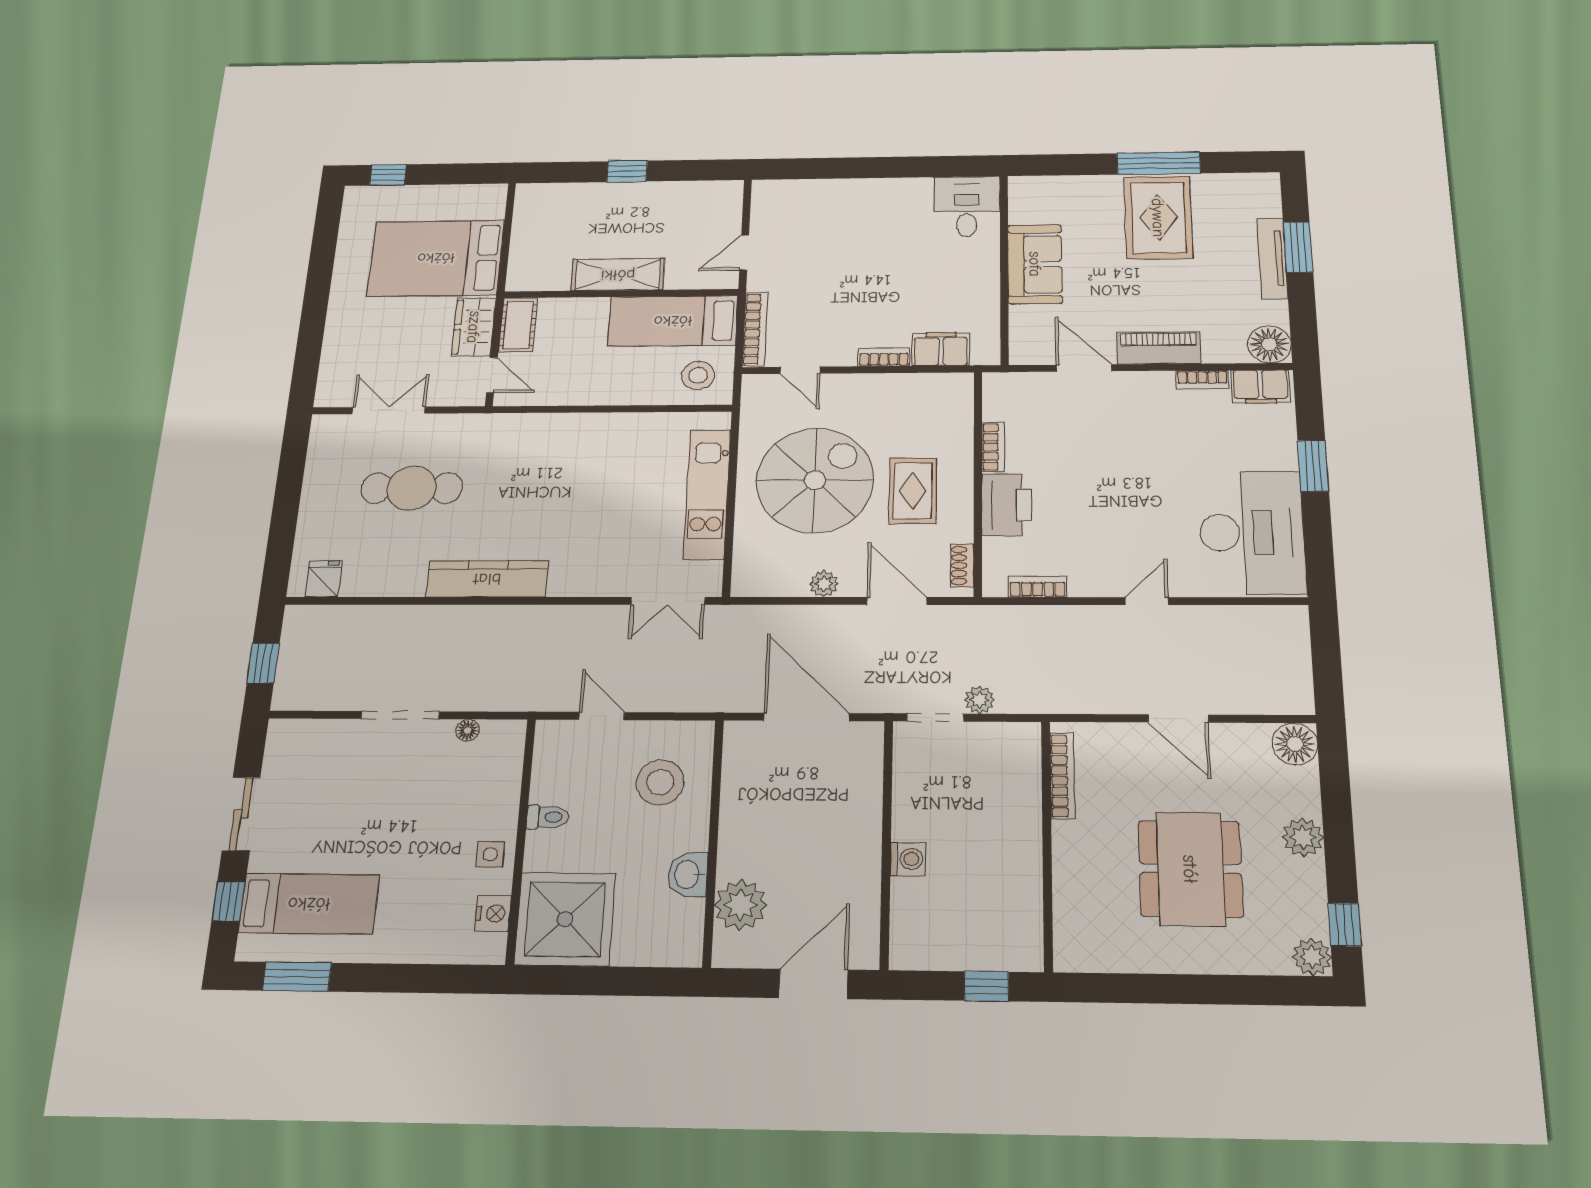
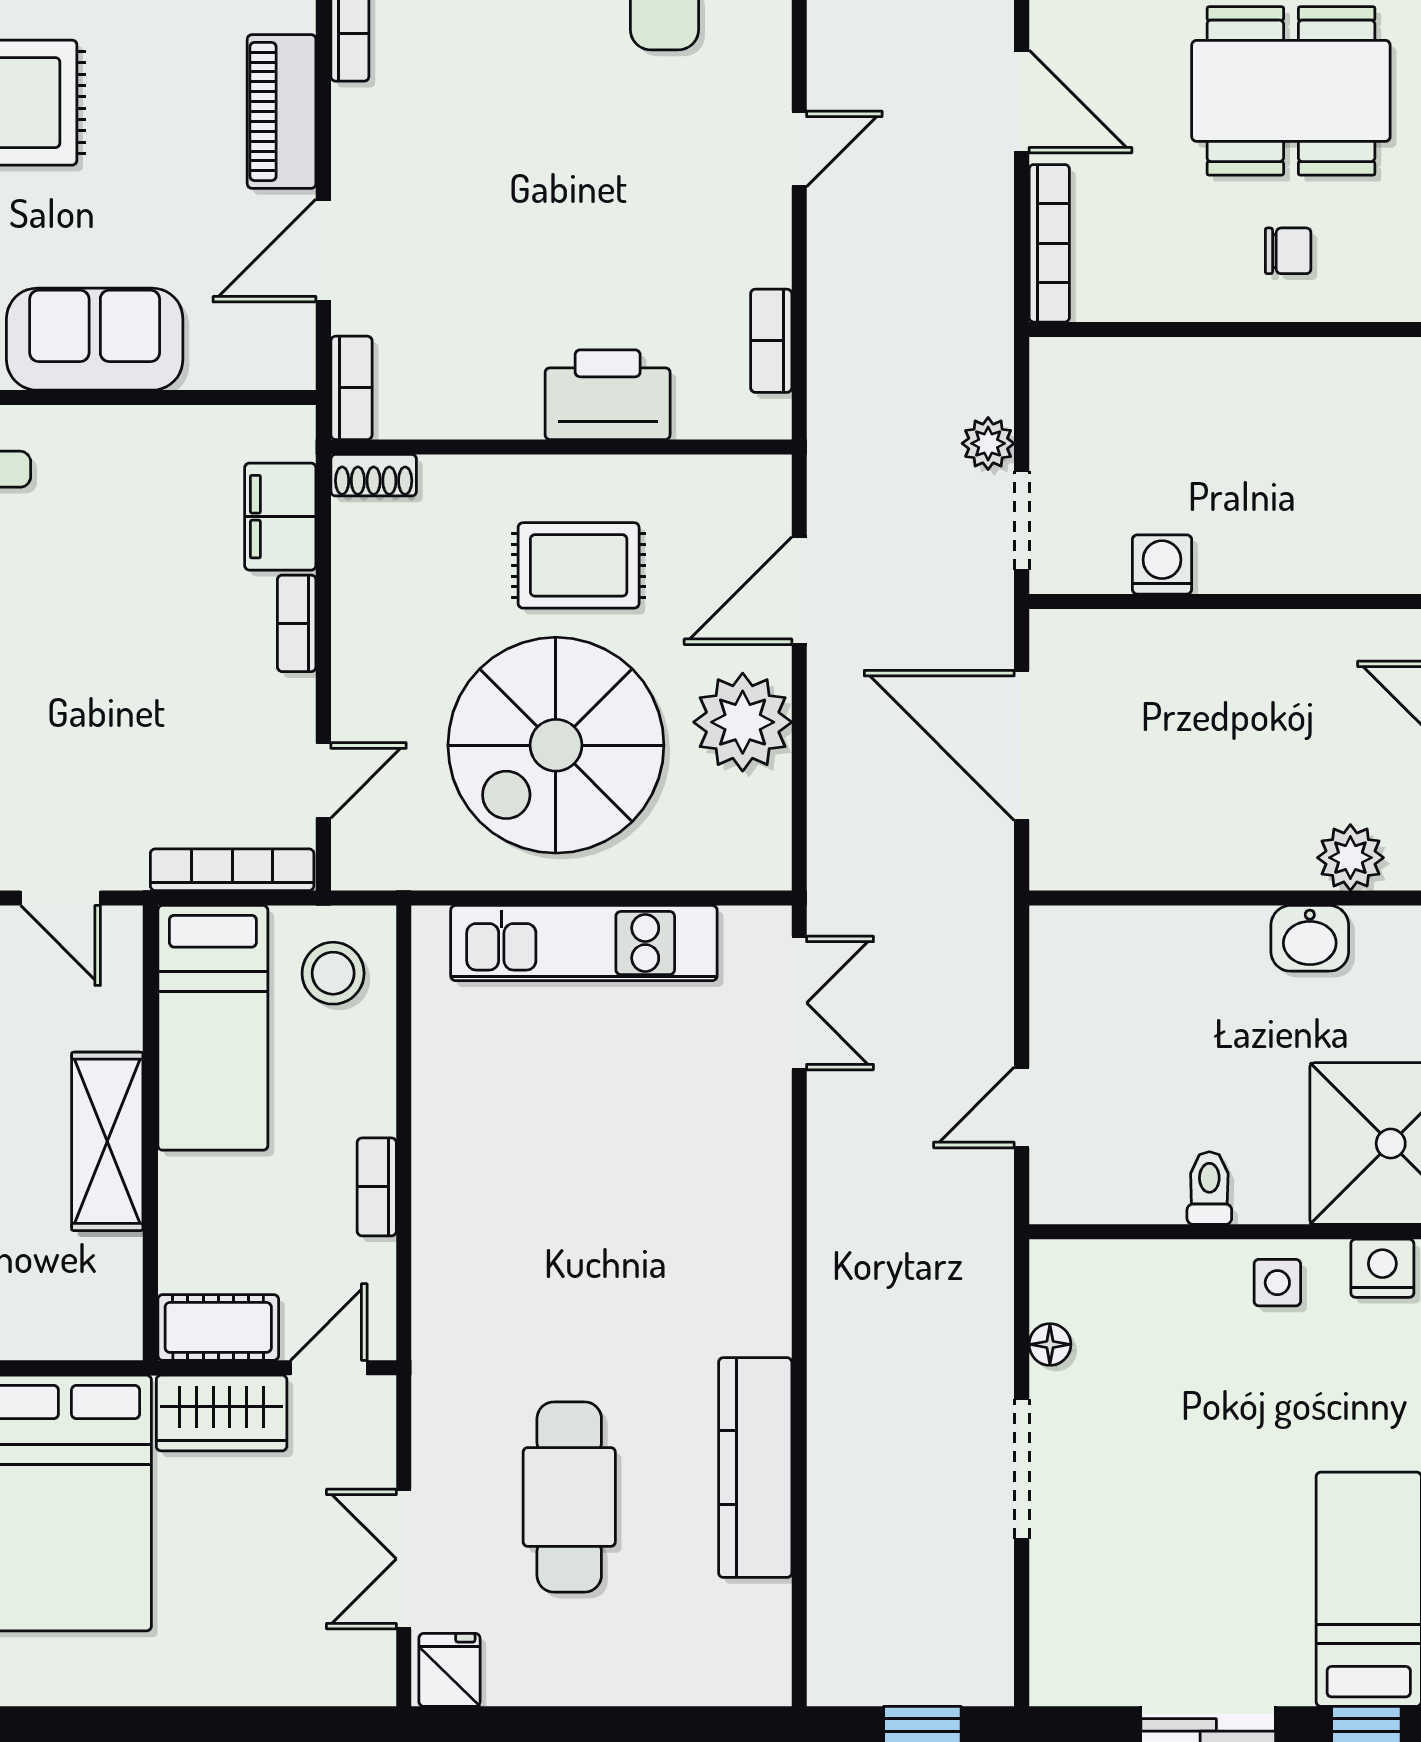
bookcase: (584, 397) -> (377, 1187), added
bookcase: (993, 447) -> (351, 388), moved, turned 90
spiral stairs: (815, 480) -> (556, 745), turned -90
shoe rack: (962, 566) -> (374, 475), moved
fridge: (323, 579) -> (449, 1670), moved, turned 90
kitchen counter: (487, 579) -> (755, 1468), moved
plant: (824, 584) -> (743, 722), width x1.87, depth x1.87
door: (1147, 601) -> (799, 149), swing flipped
door: (806, 717) -> (1022, 745), hinge flipped
door: (1178, 719) -> (1022, 102), hinge flipped
bookcase: (1062, 776) -> (1049, 243), moved, turned 90
stool: (660, 782) -> (1144, 996), removed
washing machine: (908, 859) -> (1162, 564), moved
chair: (1094, 866) -> (1288, 251), added
plant: (741, 905) -> (1350, 858), width x0.73, depth x0.73

